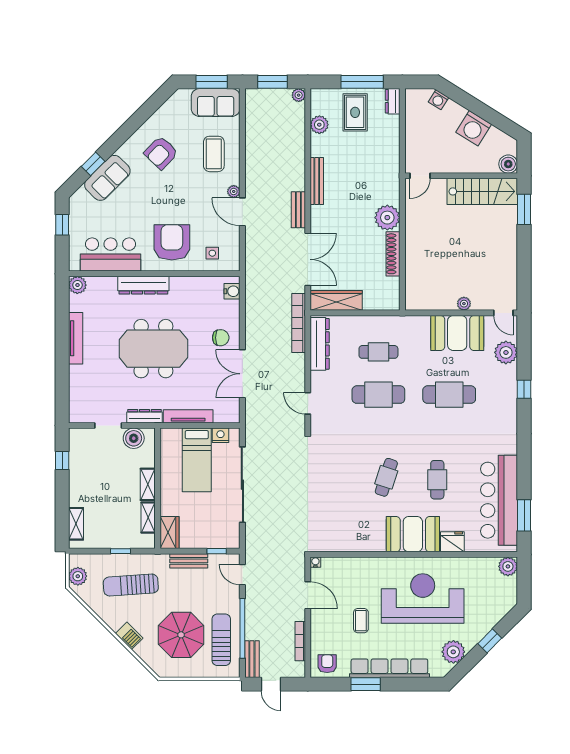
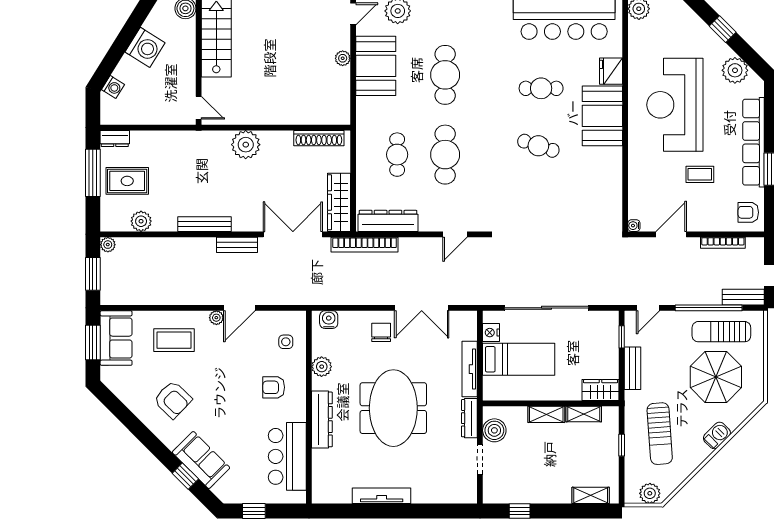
armchair: (172, 242) -> (274, 387), width x0.53, depth x0.53
shoe rack: (393, 254) -> (319, 138), moved
plant: (77, 285) -> (322, 367), moved

